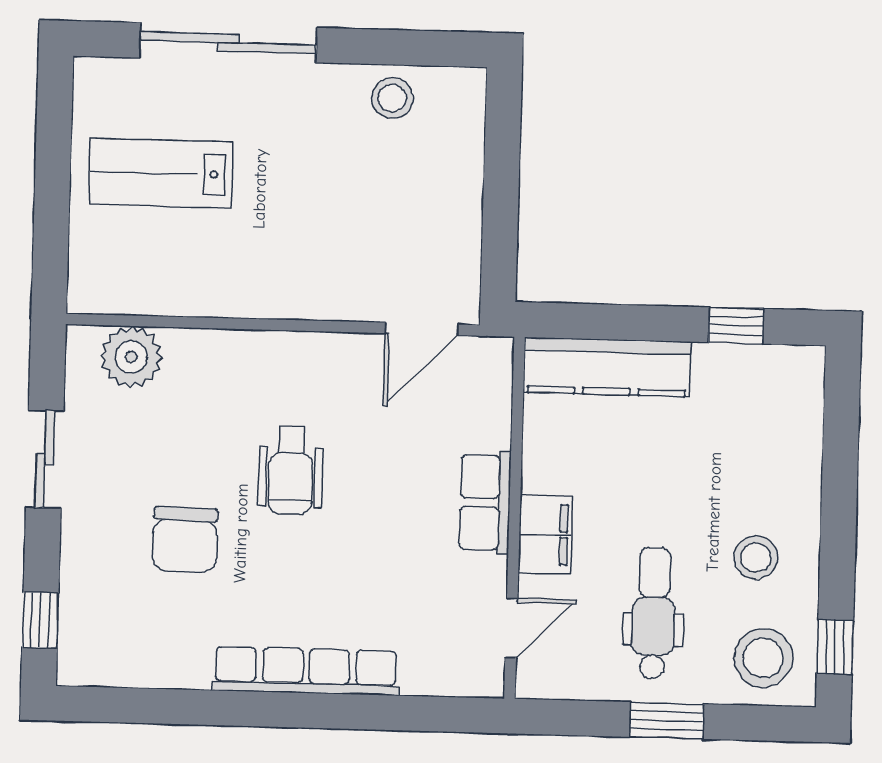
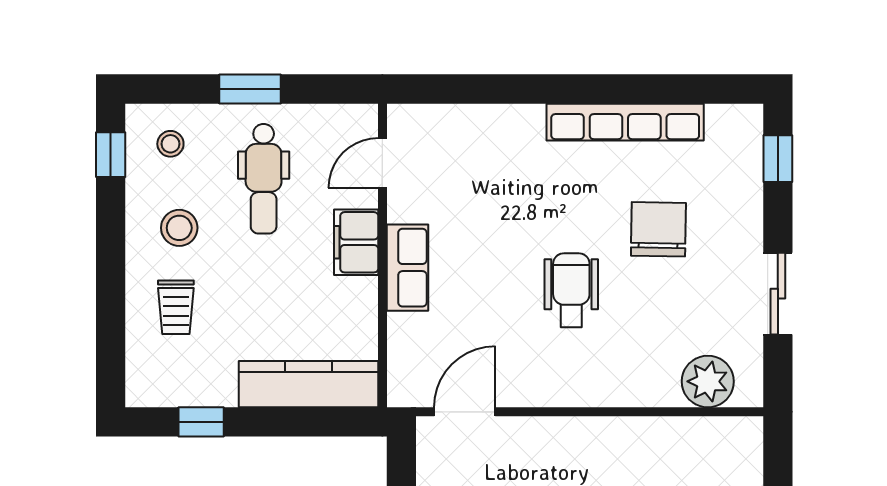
trolley: (762, 463) -> (176, 307), added
stool: (763, 658) -> (170, 144), width x0.53, depth x0.53
row of seats: (306, 671) -> (625, 122), moved

